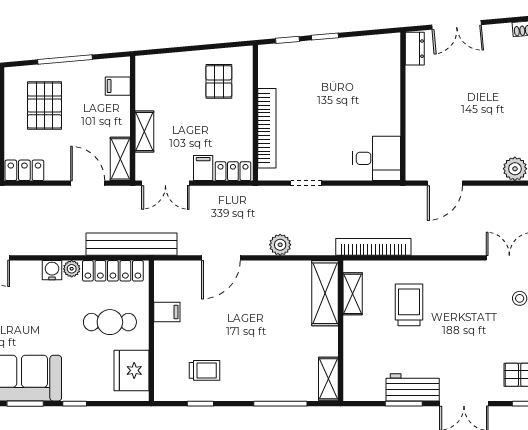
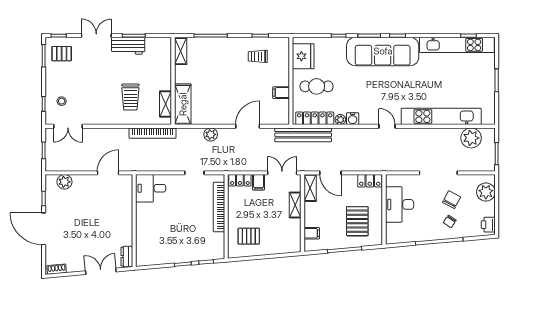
pallet: (219, 81) -> (249, 236), turned 90

